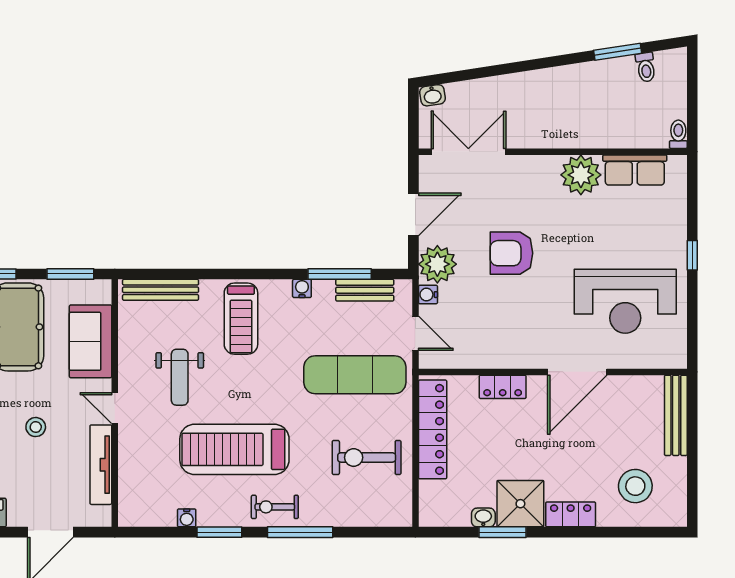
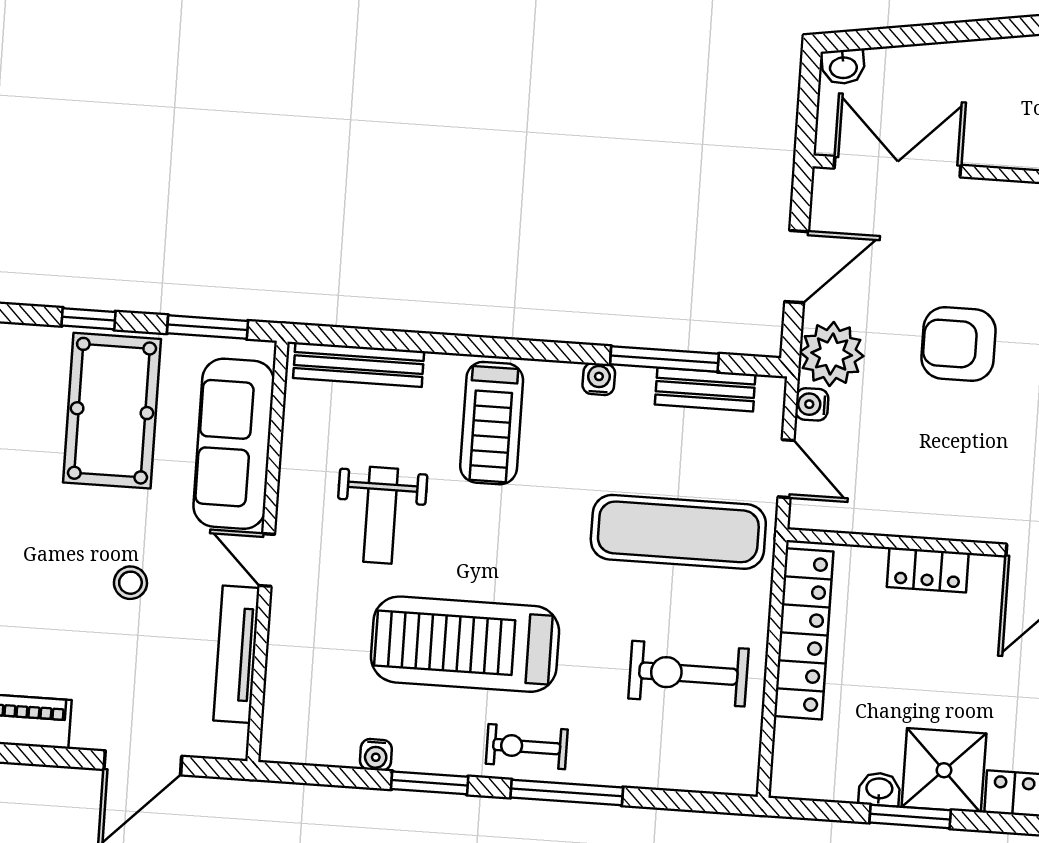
sofa: (91, 341) -> (234, 444), width x1.36

